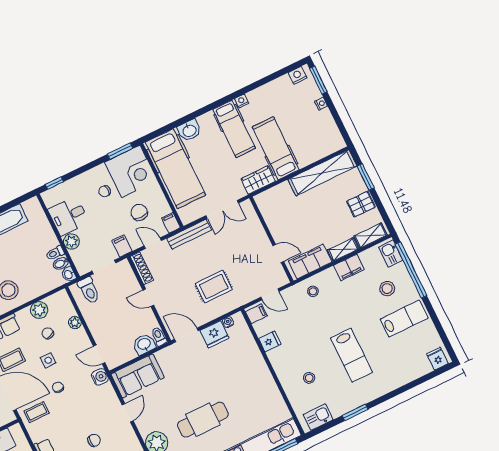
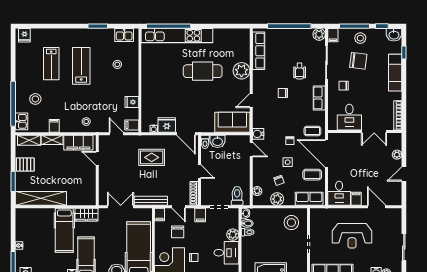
filing cabinet: (349, 267) -> (54, 126), width x0.50
lab bench: (404, 319) -> (51, 64), moved, turned -90
plant: (75, 323) -> (257, 191), moved

